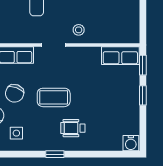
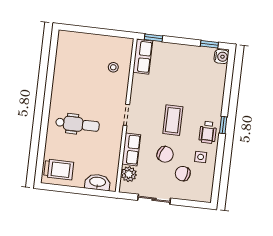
stool: (79, 30) -> (113, 67), moved
window: (143, 95) -> (209, 44), moved
wheelchair: (73, 128) -> (208, 132), moved

